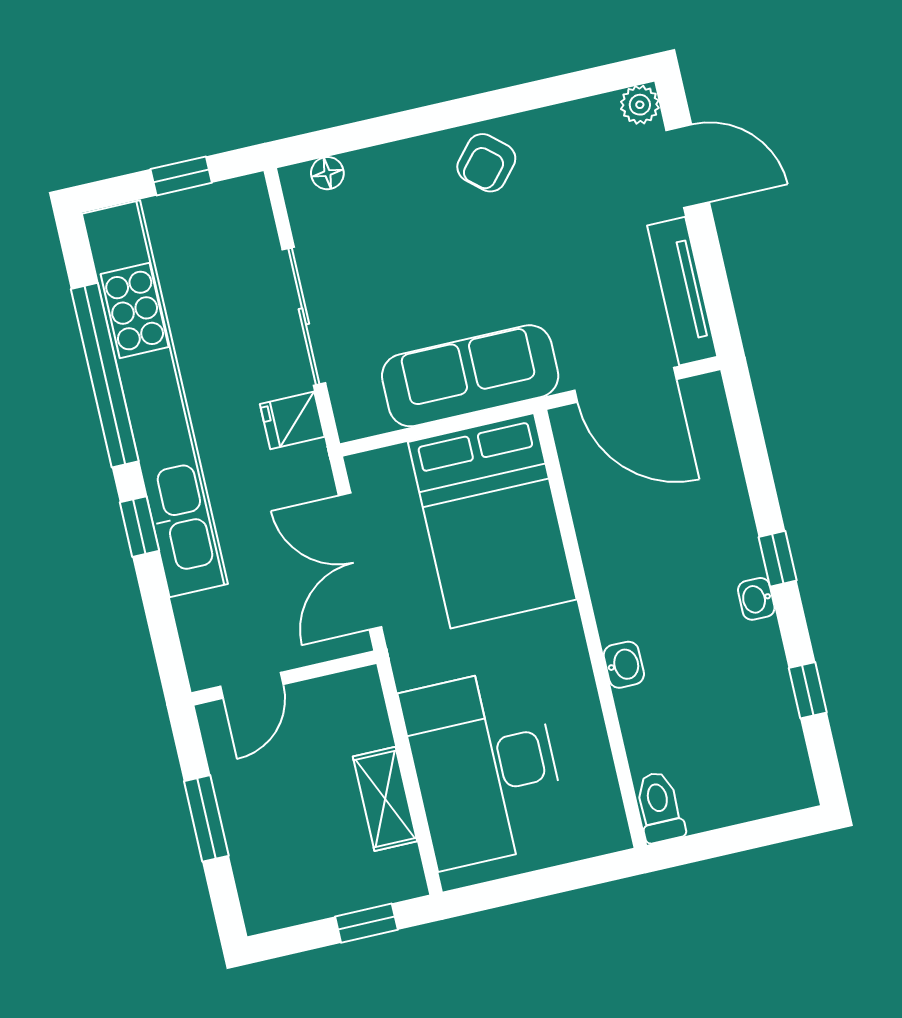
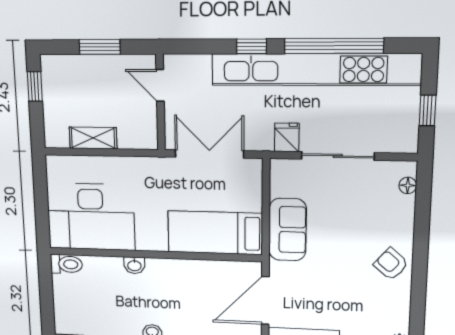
sofa: (470, 376) -> (288, 230), width x0.73
bed: (492, 521) -> (215, 233), width x0.67
desk: (485, 768) -> (91, 217), moved, turned 180
window: (366, 923) -> (35, 86), moved

